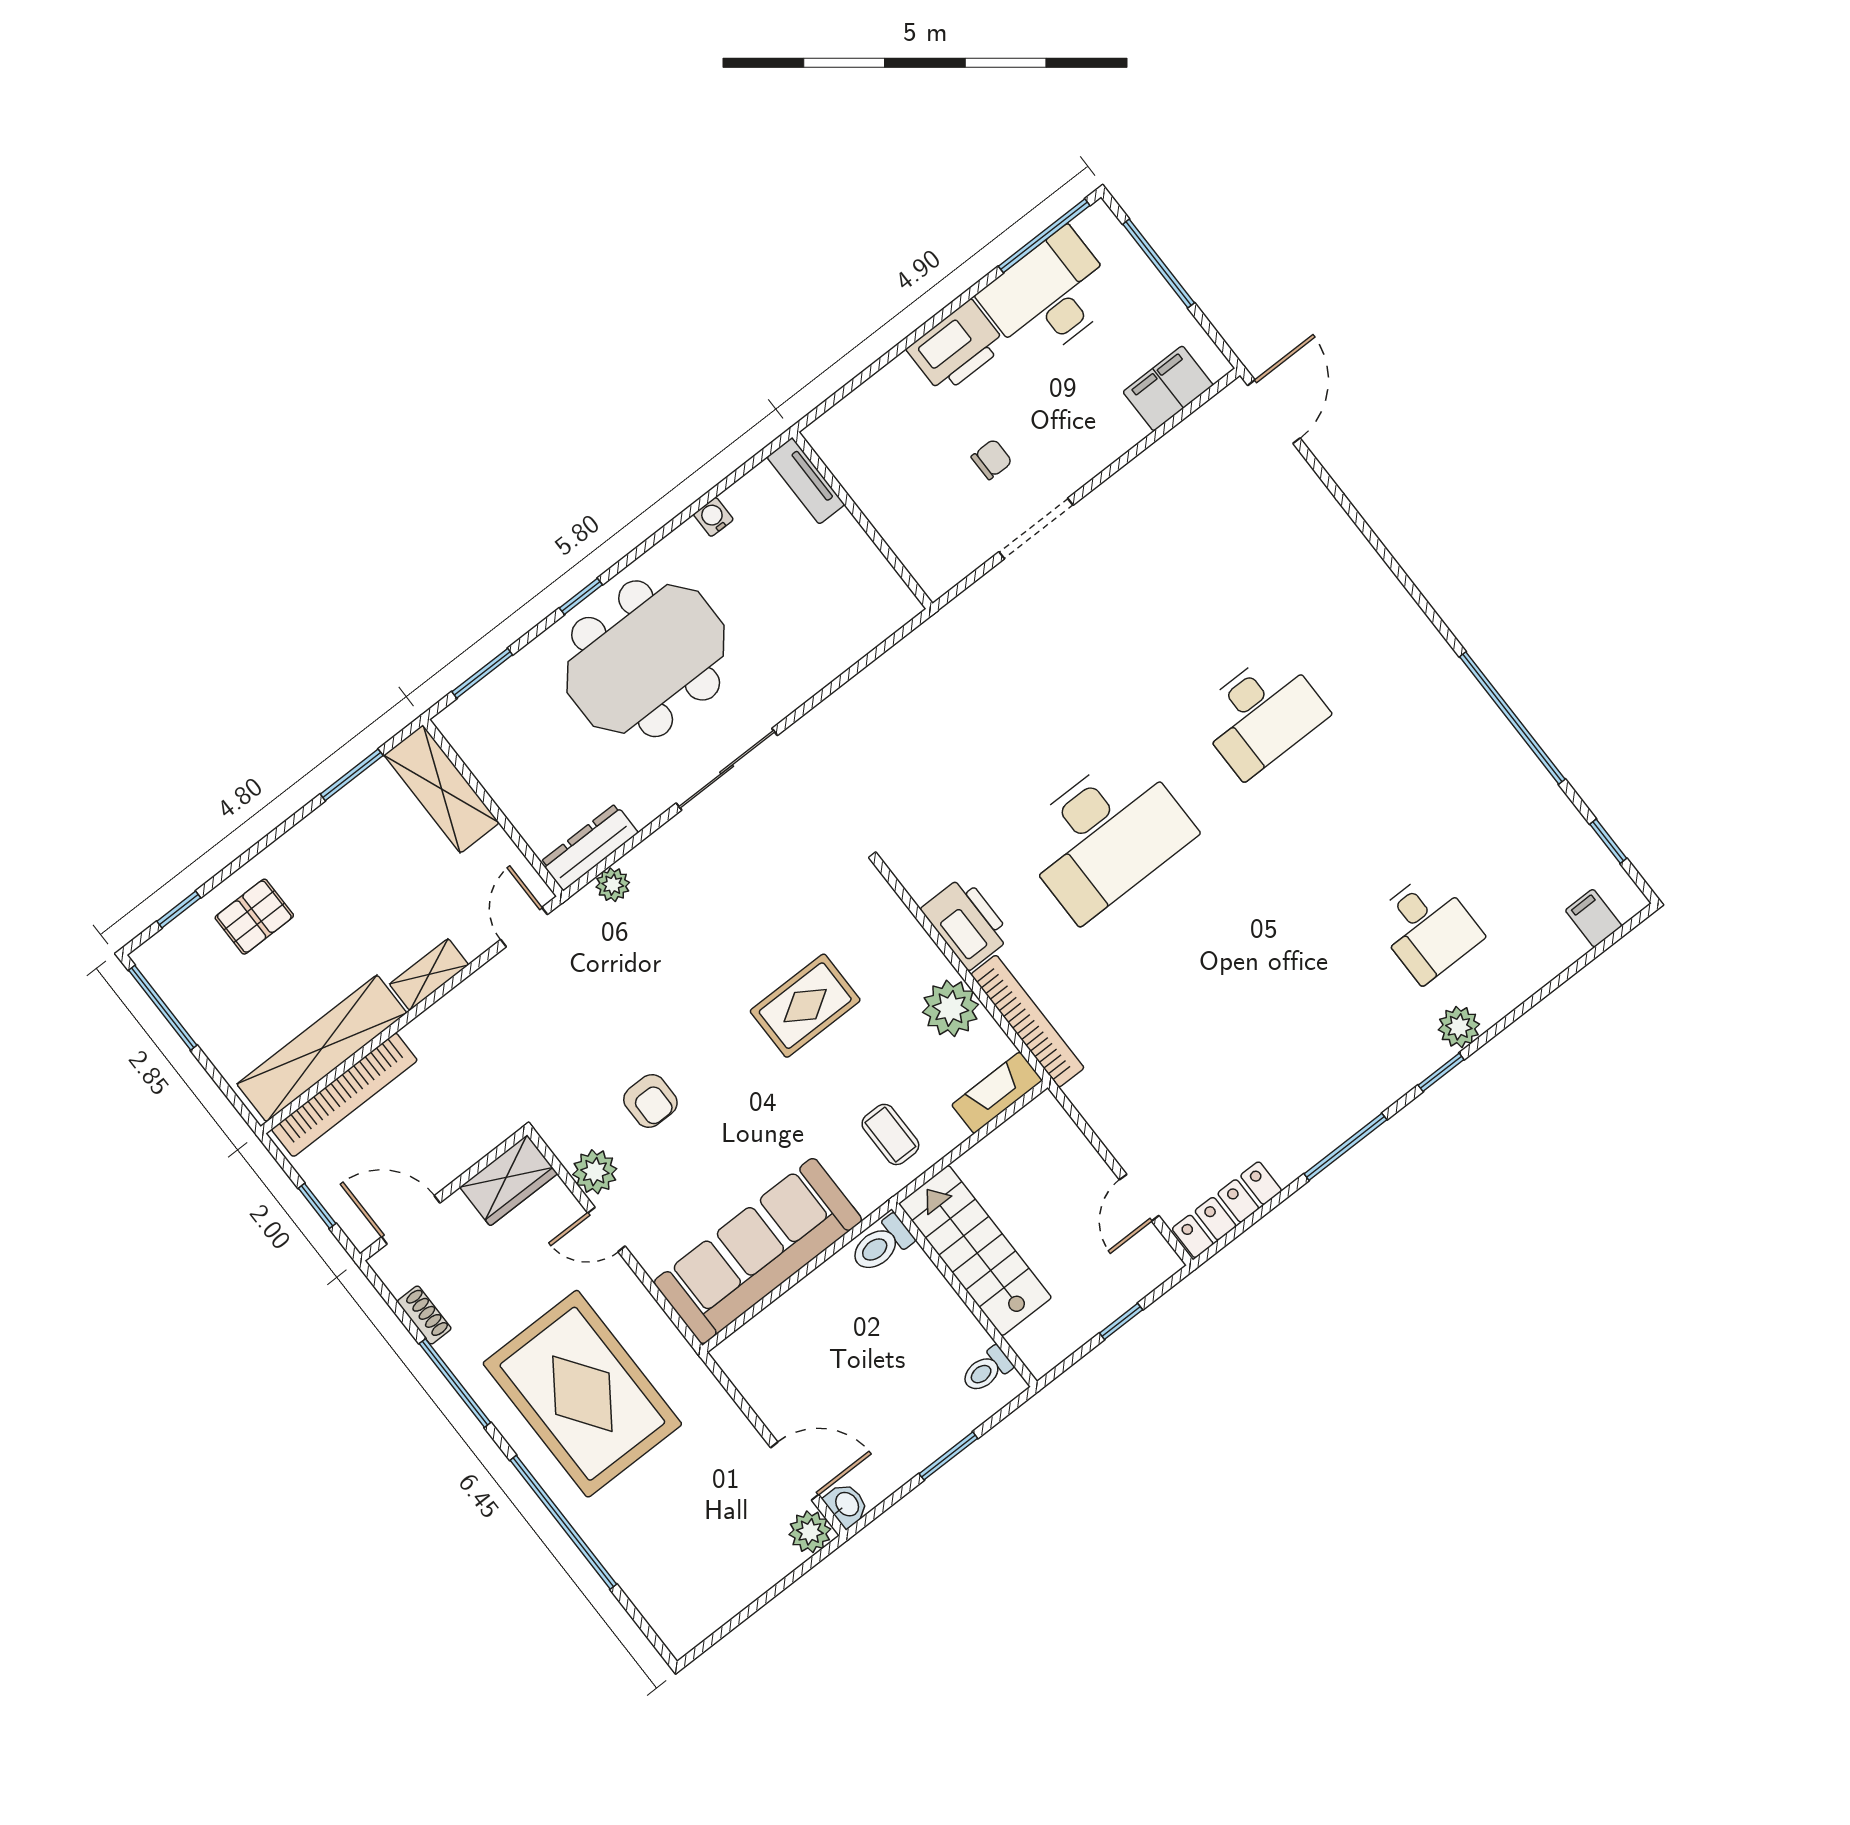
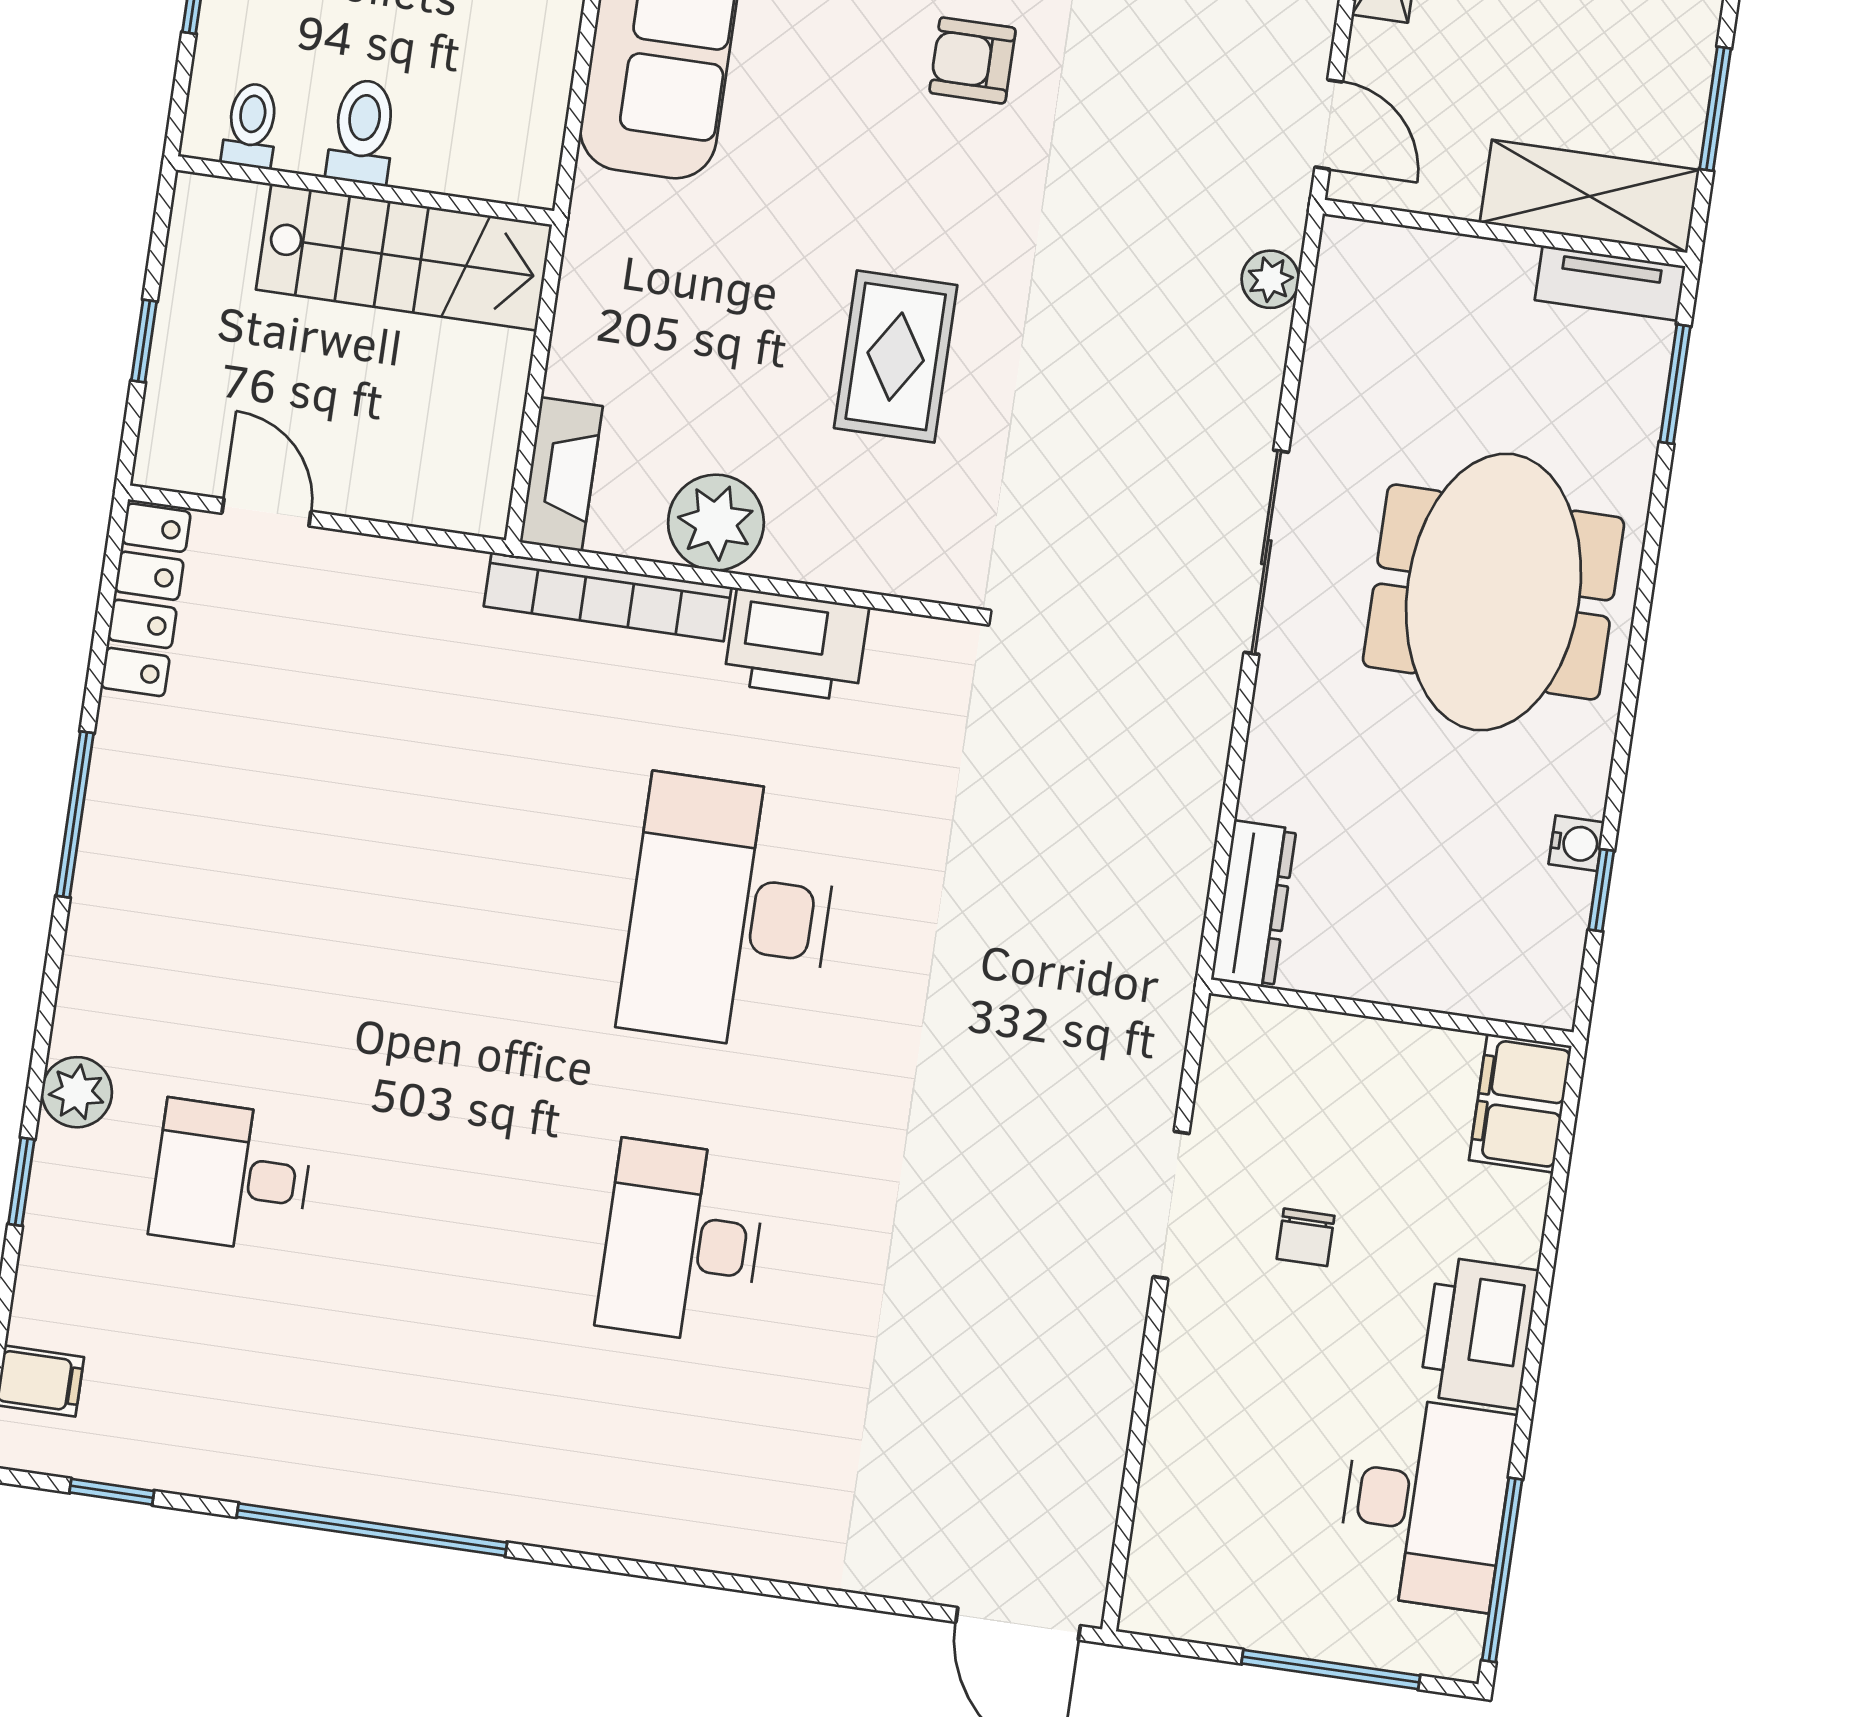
filing cabinet: (1168, 388) -> (1520, 1103), moved, turned 180
tv unit: (806, 481) -> (1610, 283), moved, turned 180
window: (581, 596) -> (1601, 890), moved
dresser: (589, 847) -> (1254, 904), moved
window: (1441, 1072) -> (21, 1182), moved
coffee table: (890, 1134) -> (642, 299), removed
toilet: (881, 1244) -> (363, 132), moved

